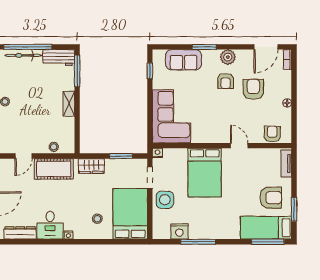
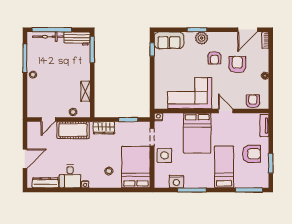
plant: (228, 57) -> (202, 38), moved
sofa: (184, 60) -> (169, 40), moved
shelving: (69, 104) -> (85, 91), moved
corner sofa: (172, 116) -> (190, 93), moved, turned -90
bed: (266, 228) -> (224, 167), moved, turned 90

